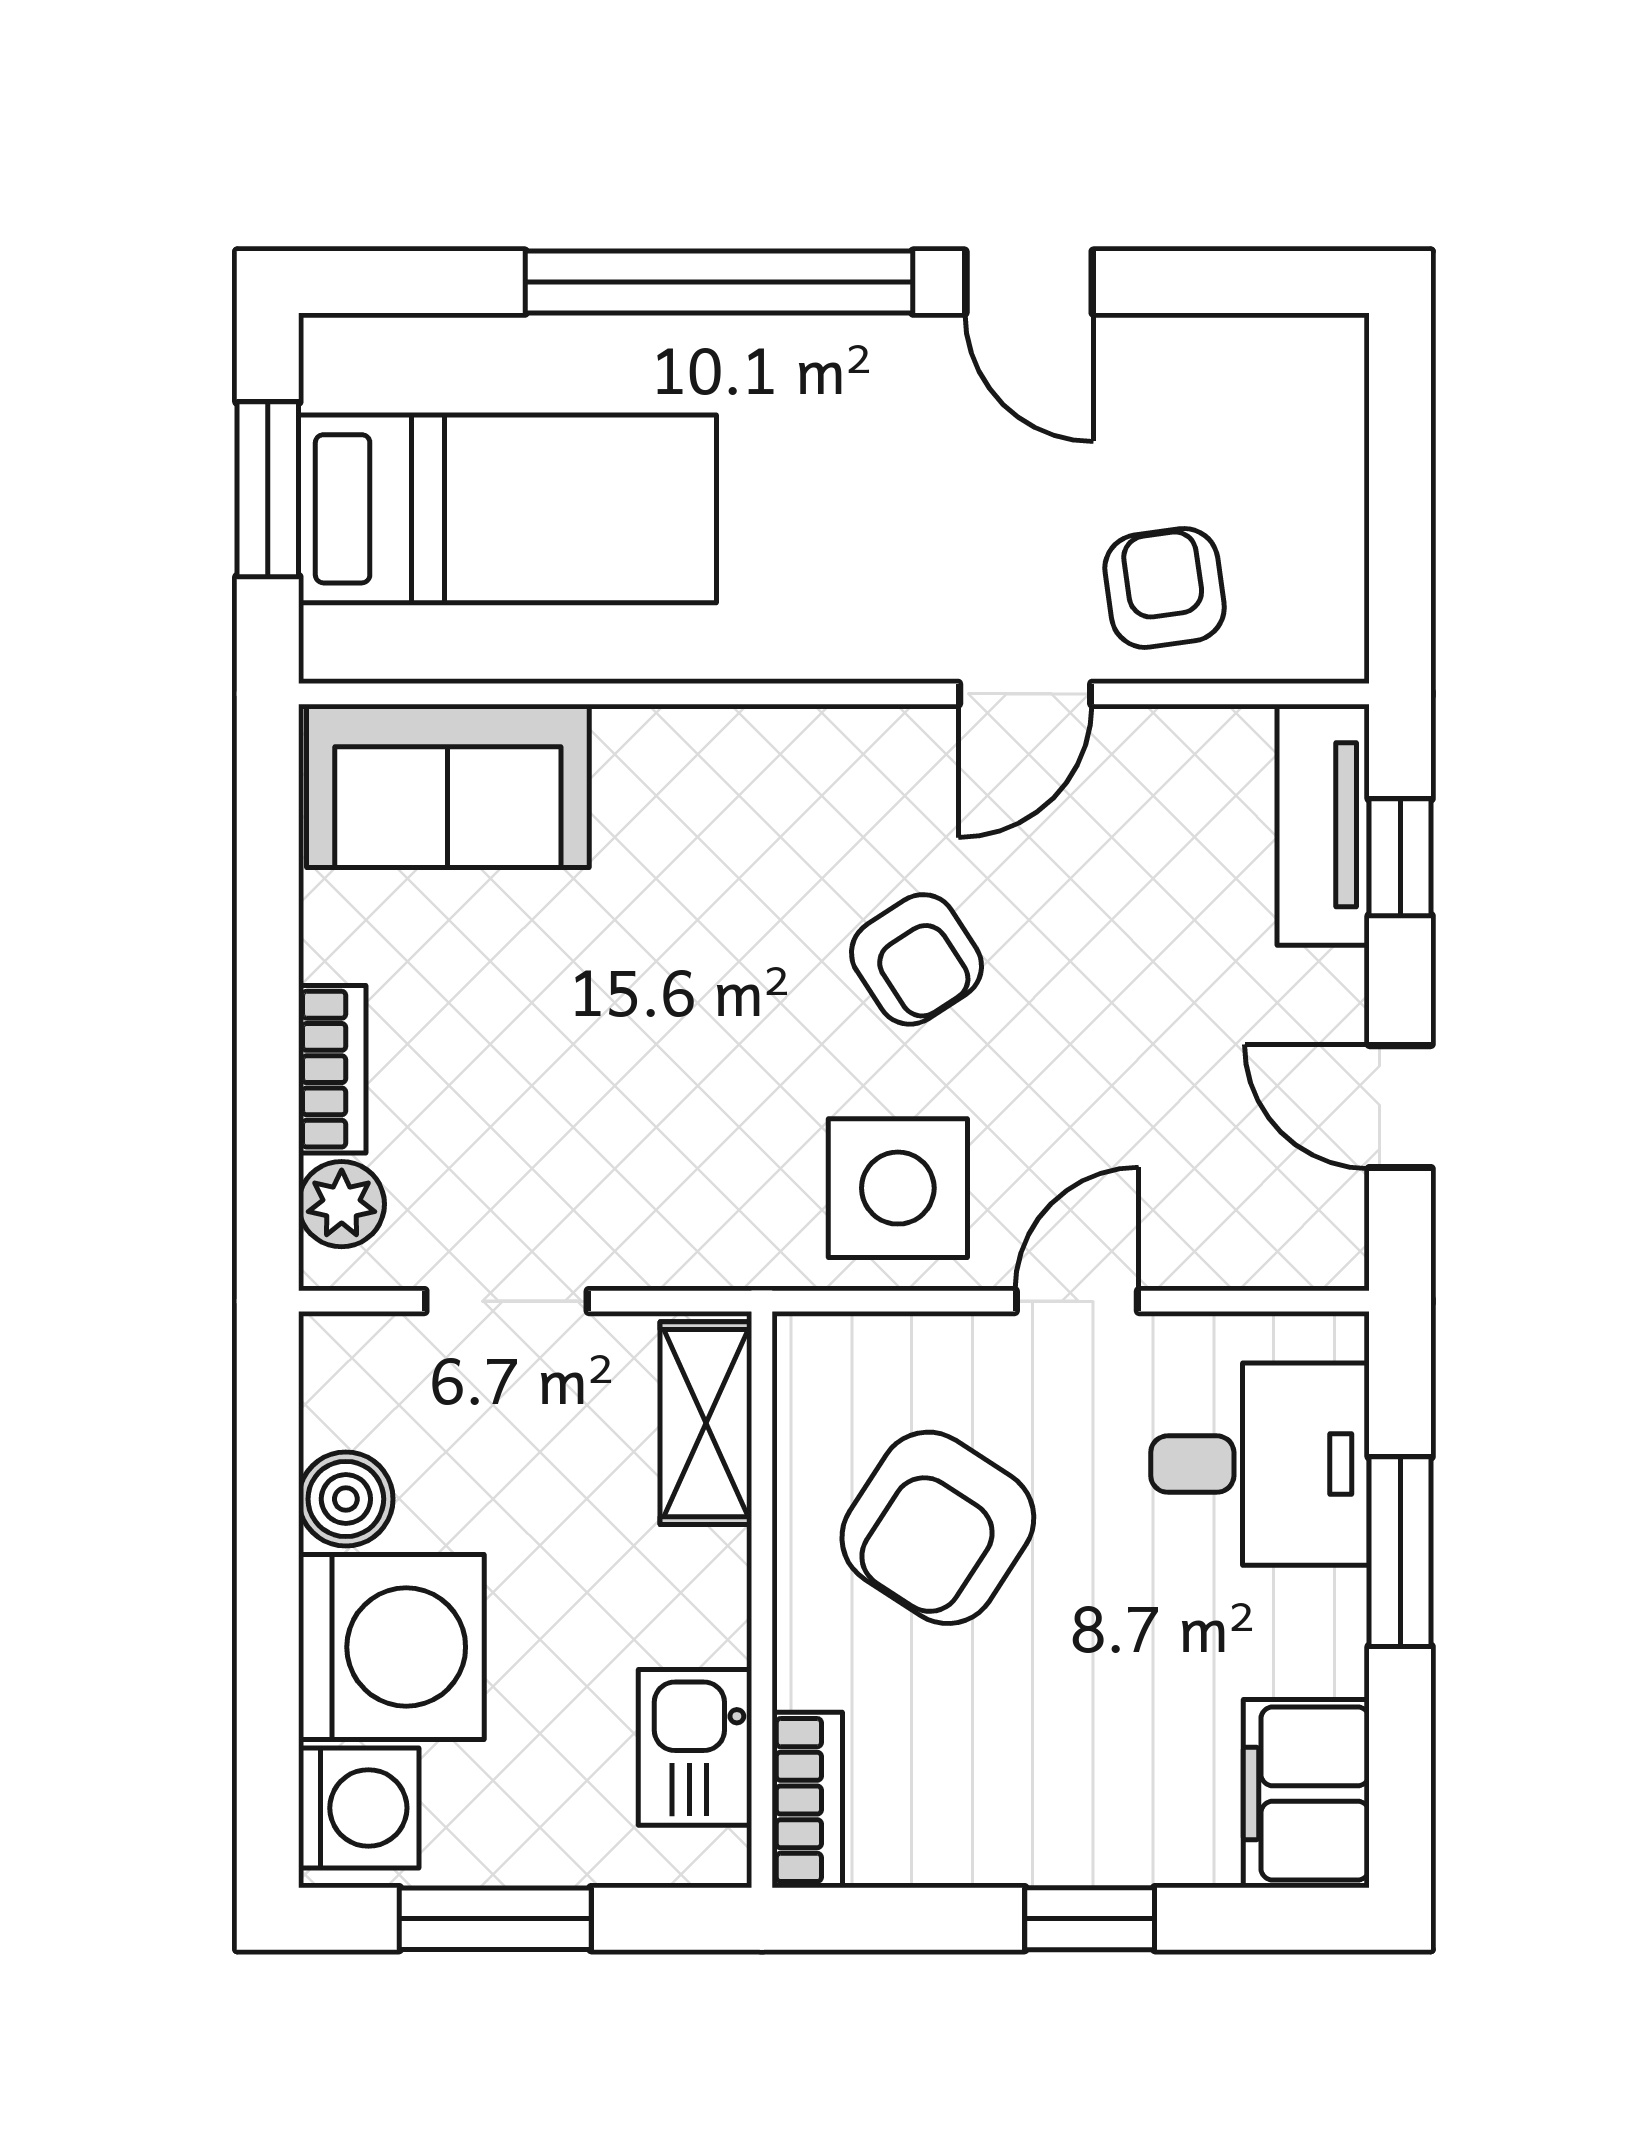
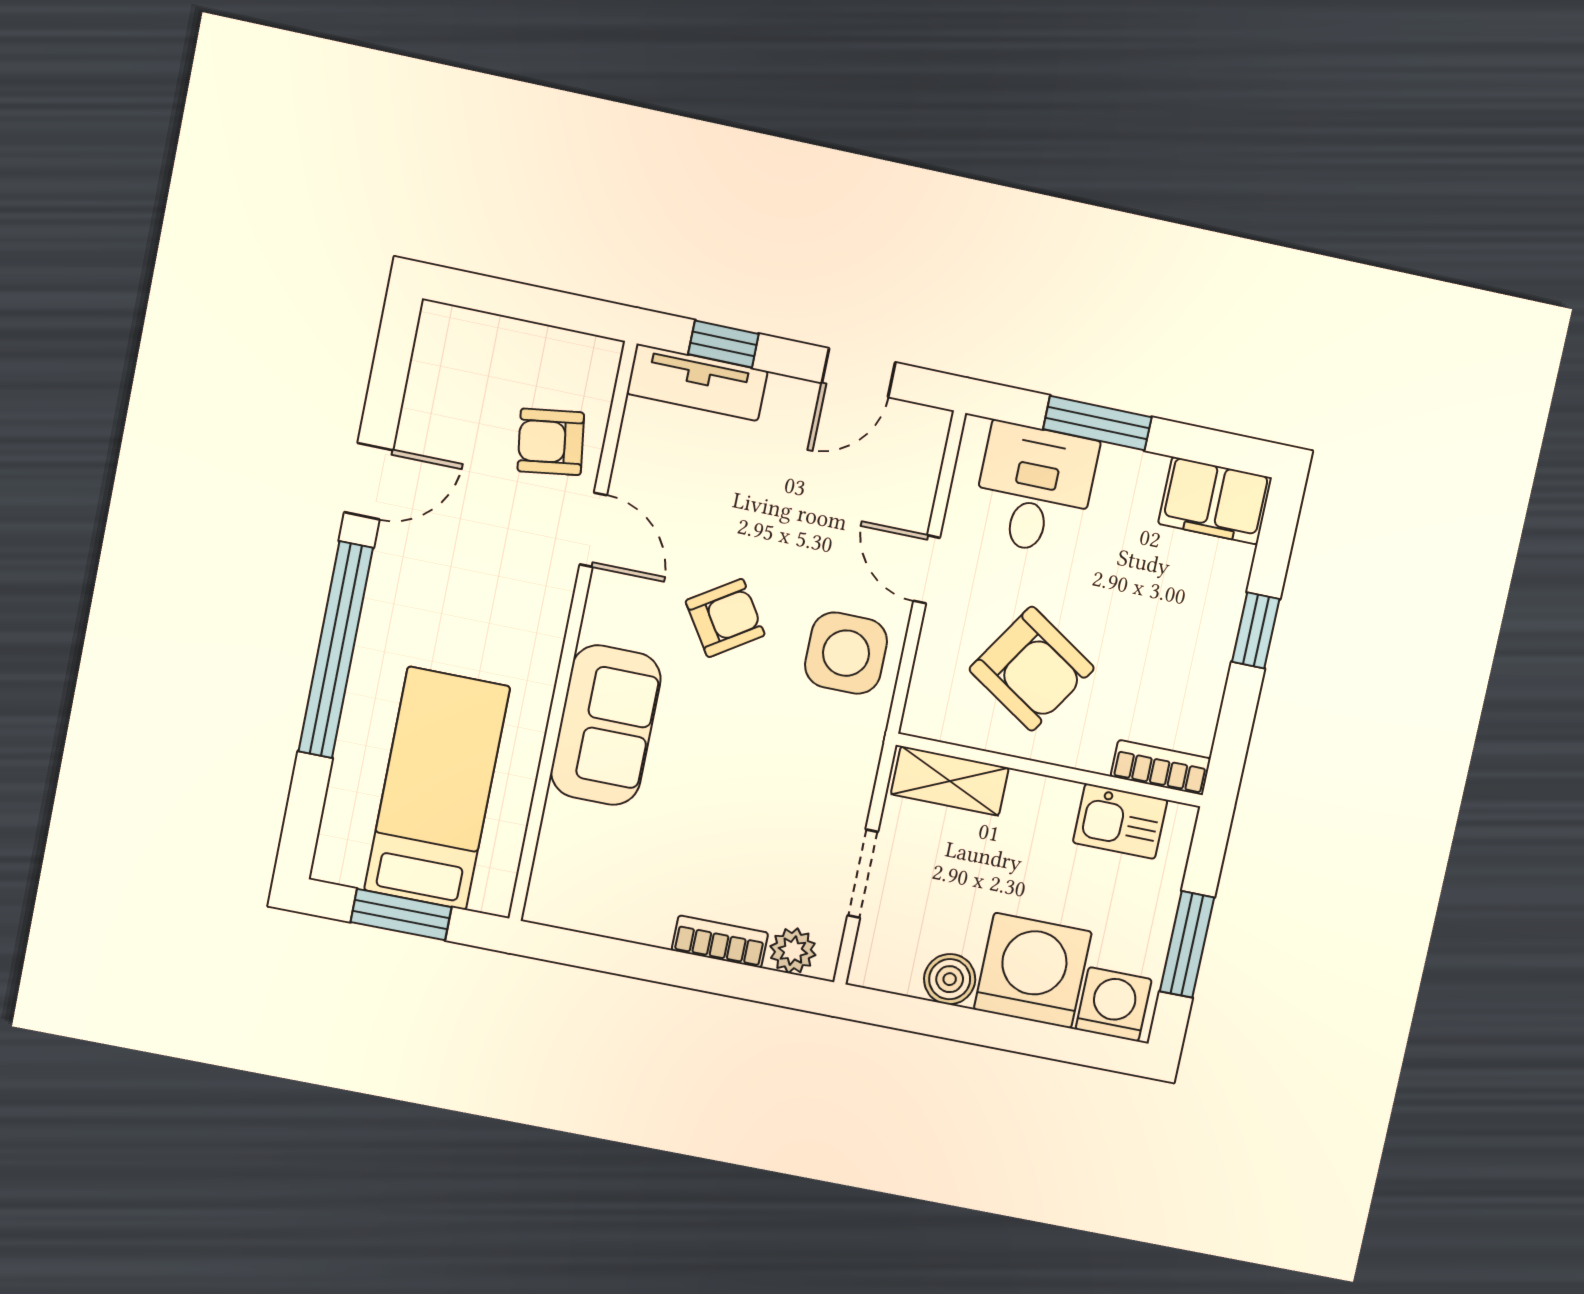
sofa: (448, 786) -> (606, 725), moved

